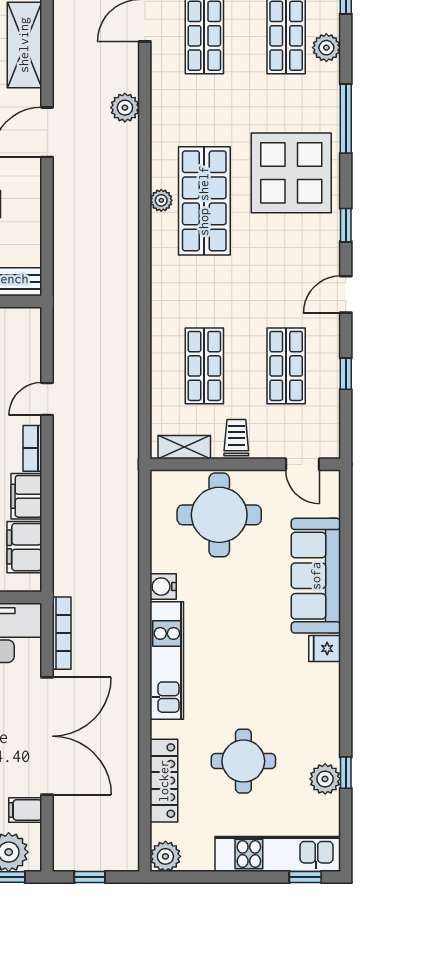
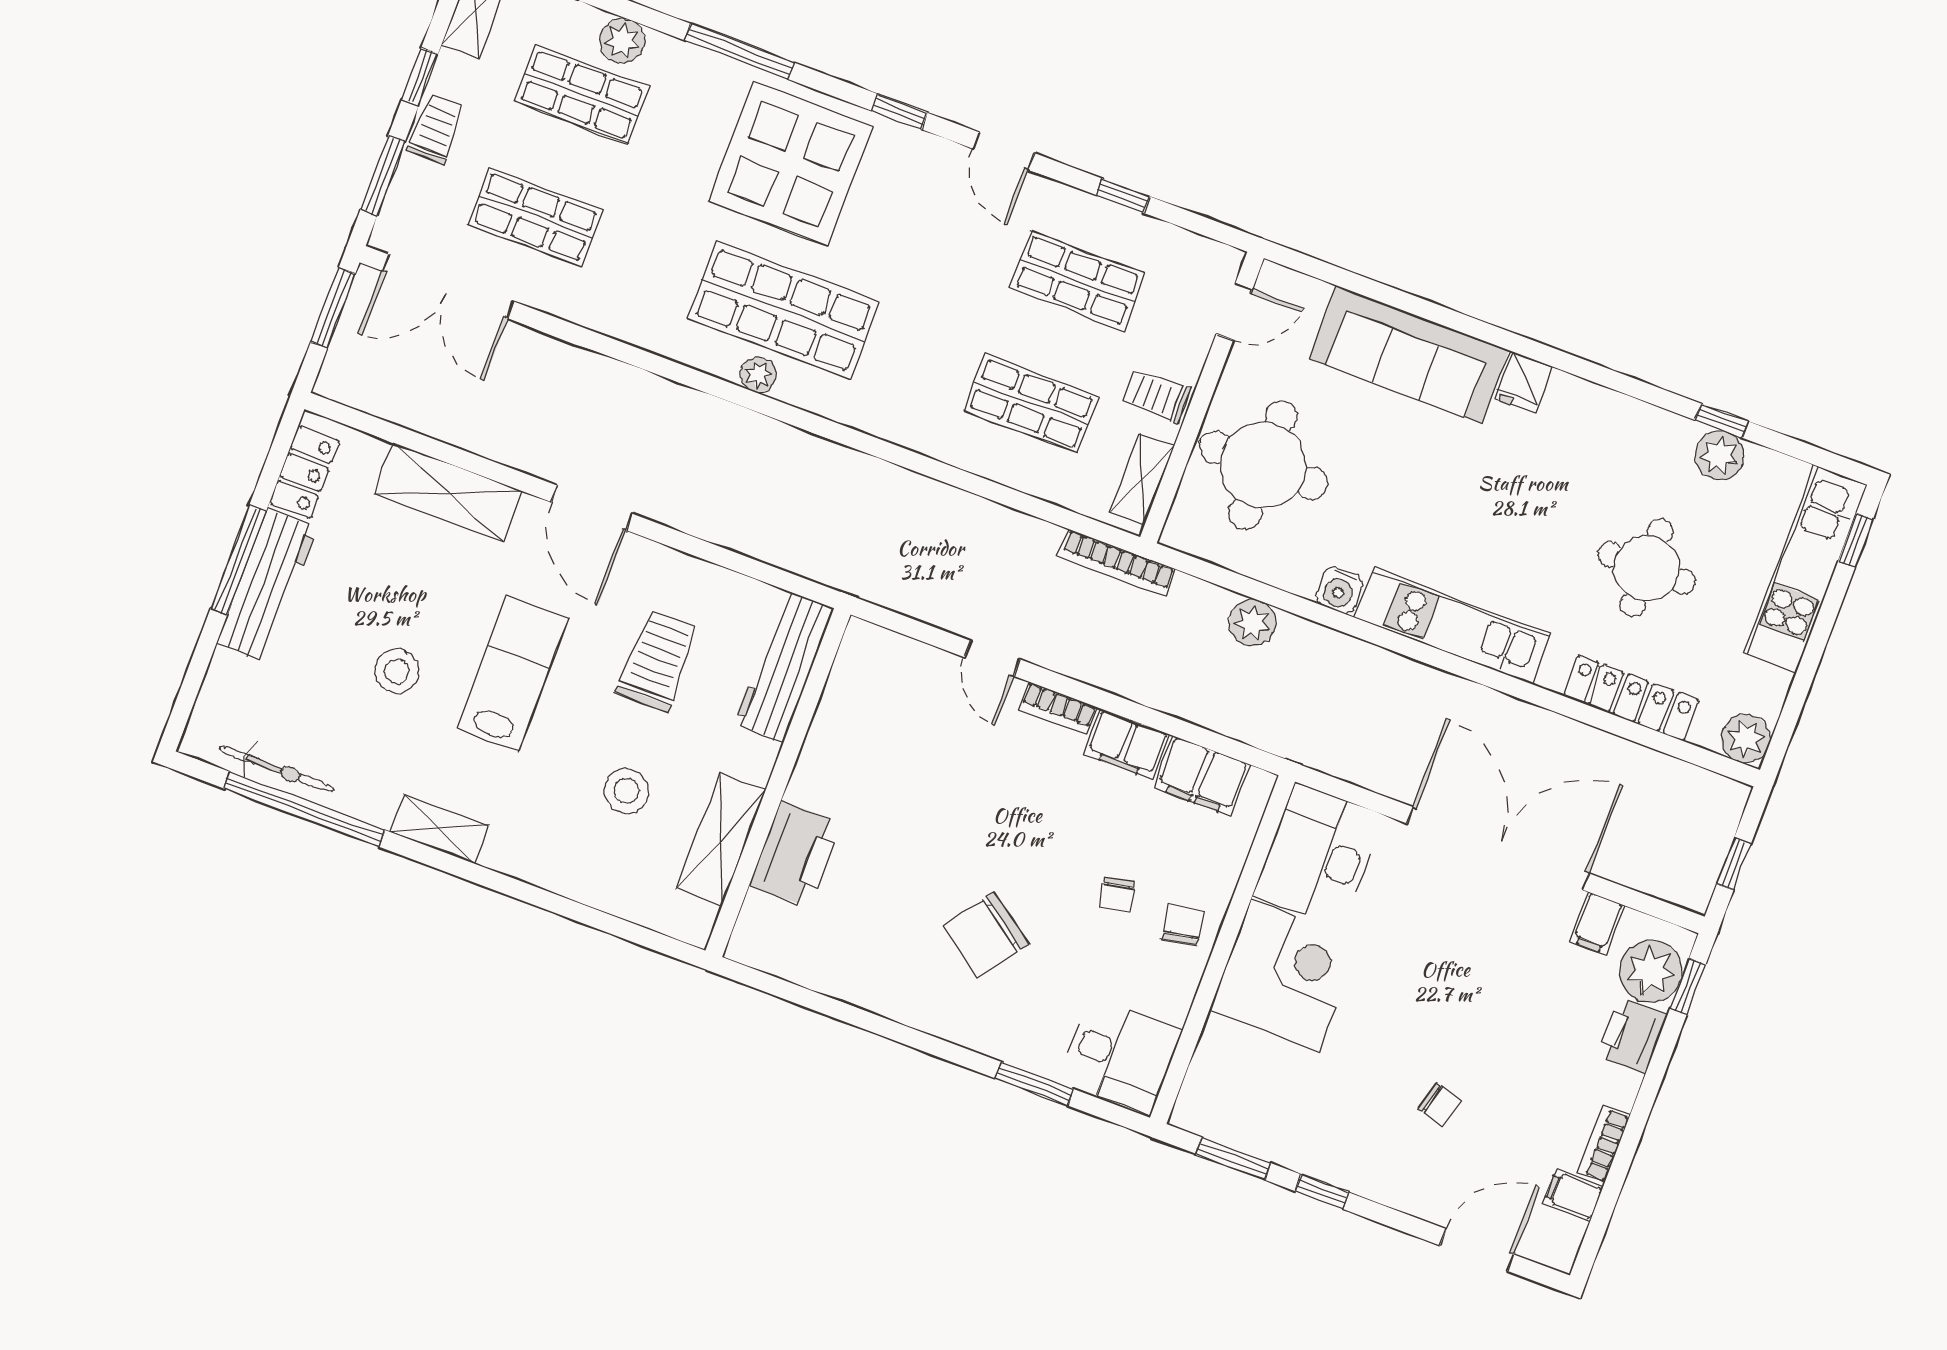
plant: (125, 108) -> (1252, 623), moved
bookcase: (62, 633) -> (1117, 563), moved, turned 180

